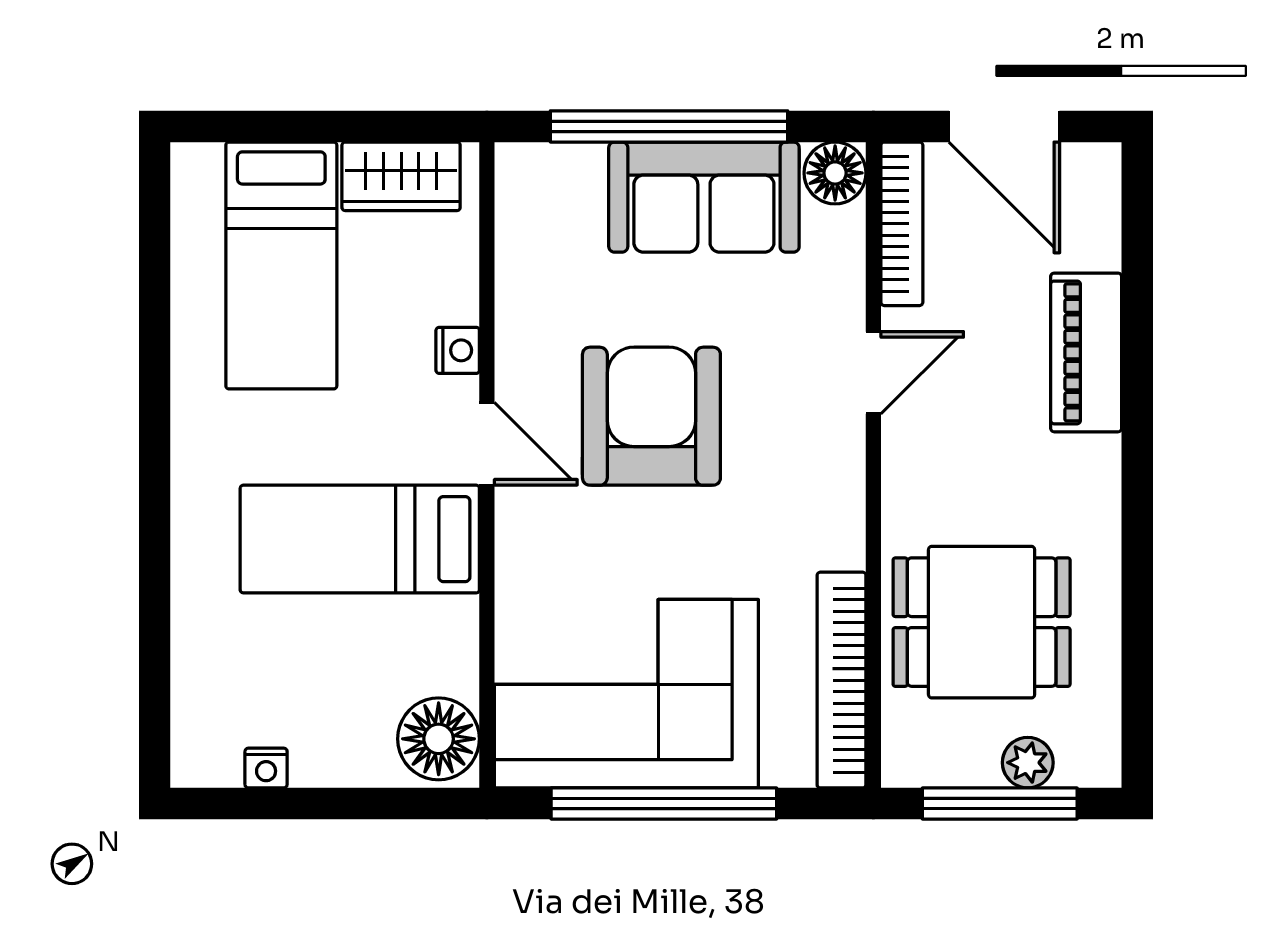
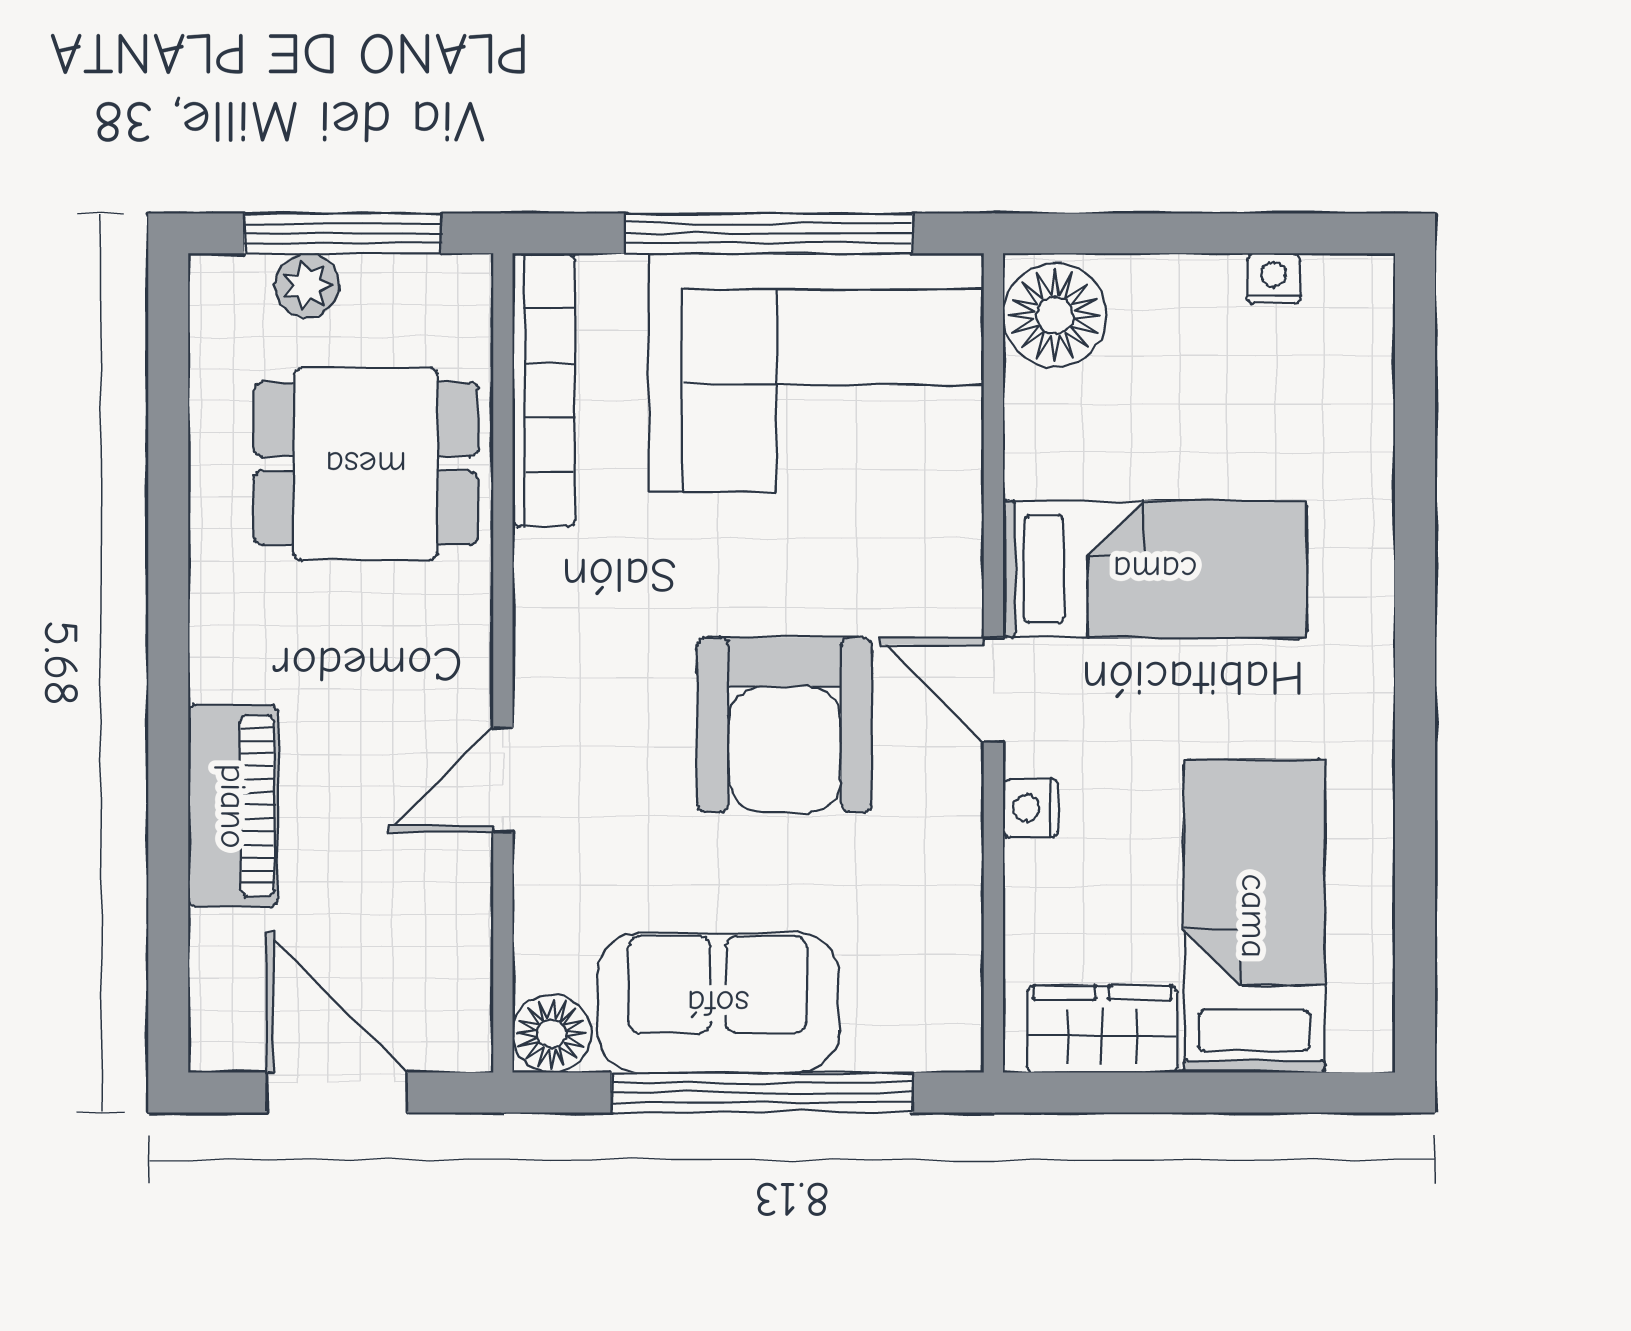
bookcase: (902, 224) -> (467, 969), removed

